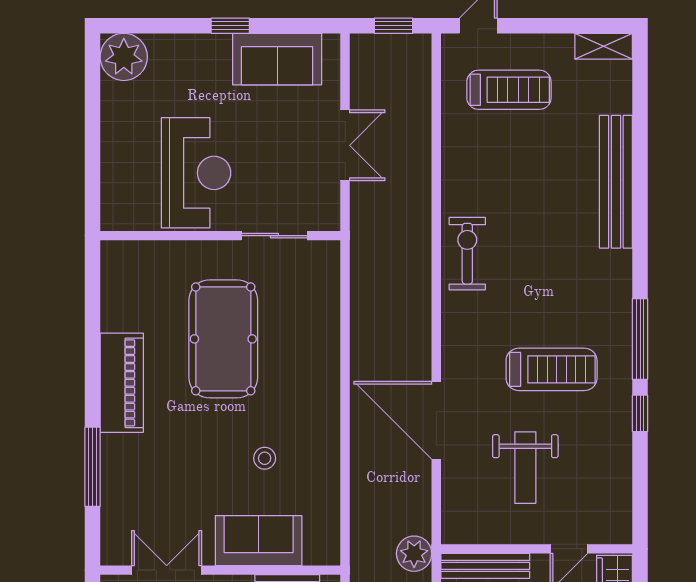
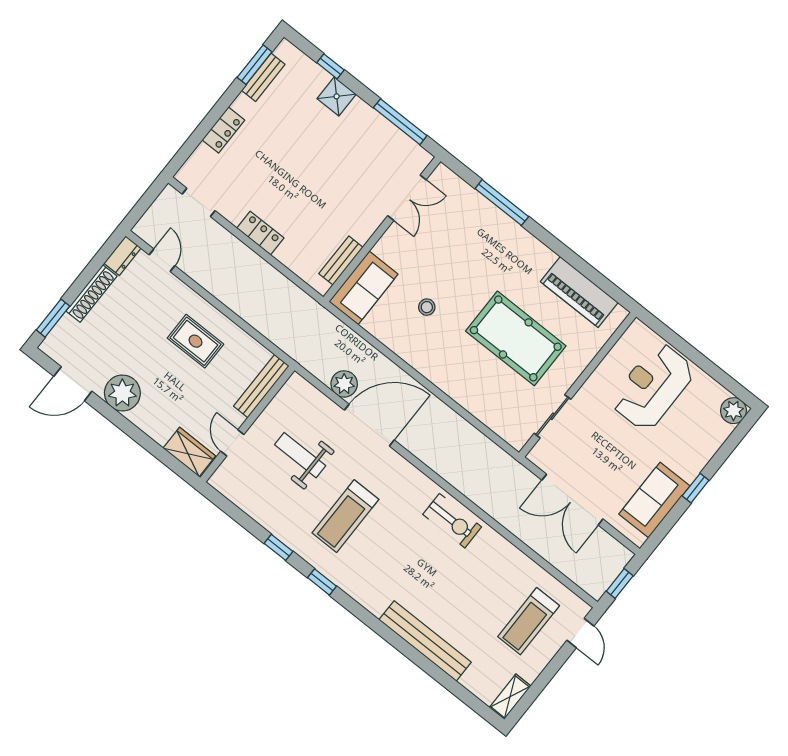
plant: (124, 57) -> (733, 411), width x0.73, depth x0.73
double door: (345, 145) -> (572, 500), width x1.37
reception desk: (196, 173) -> (653, 387), moved, turned 90
window: (640, 339) -> (322, 582), width x0.46
piano: (122, 383) -> (579, 292), moved
sofa: (259, 541) -> (364, 288), moved
plant: (414, 554) -> (344, 384), moved

